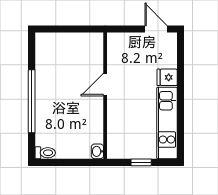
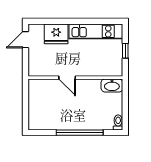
fridge: (167, 77) -> (56, 34), width x1.88, depth x1.34
washbasin: (97, 151) -> (112, 85), width x1.91, depth x1.45

